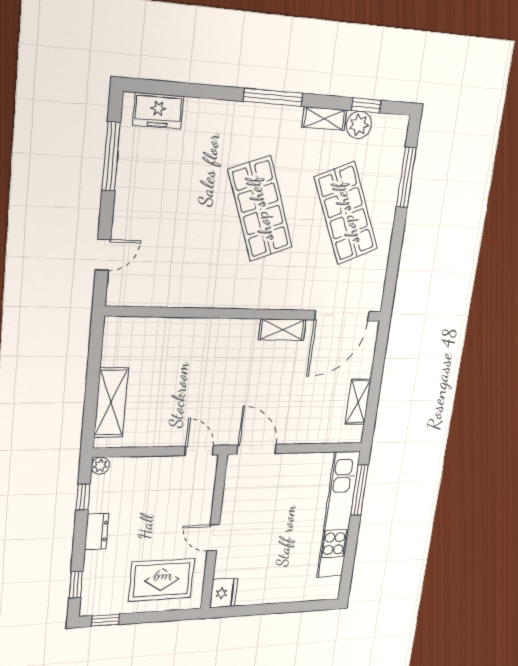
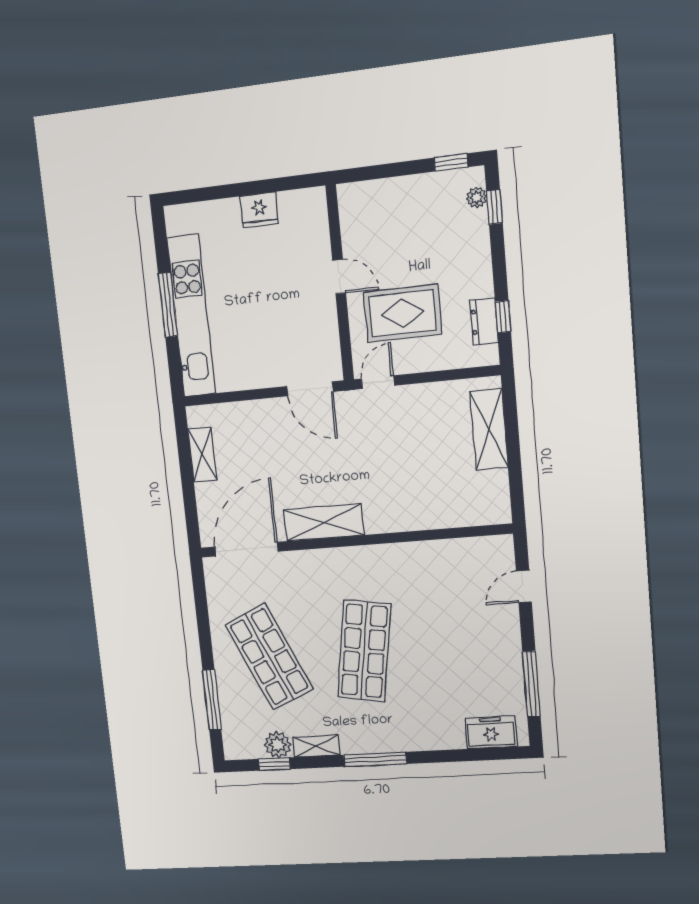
shop shelf: (260, 209) -> (364, 651), turned 30
shelving: (282, 330) -> (324, 522), width x1.50, depth x1.33
door: (199, 451) -> (378, 382), swing flipped
plant: (100, 466) -> (476, 197), moved
window: (359, 490) -> (168, 305), moved
dresser: (97, 531) -> (484, 321), moved
rug: (162, 580) -> (403, 313), moved
fridge: (224, 593) -> (259, 210), moved, turned -90

